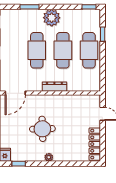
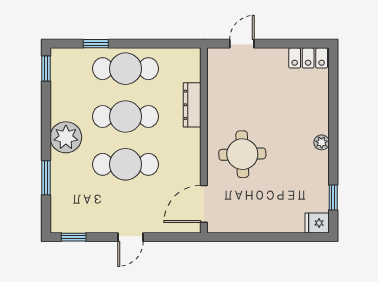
dresser: (54, 87) -> (192, 105), moved
door: (15, 93) -> (204, 204), swing flipped
round table: (42, 129) -> (242, 154), moved
locker: (95, 144) -> (308, 58), width x0.66

